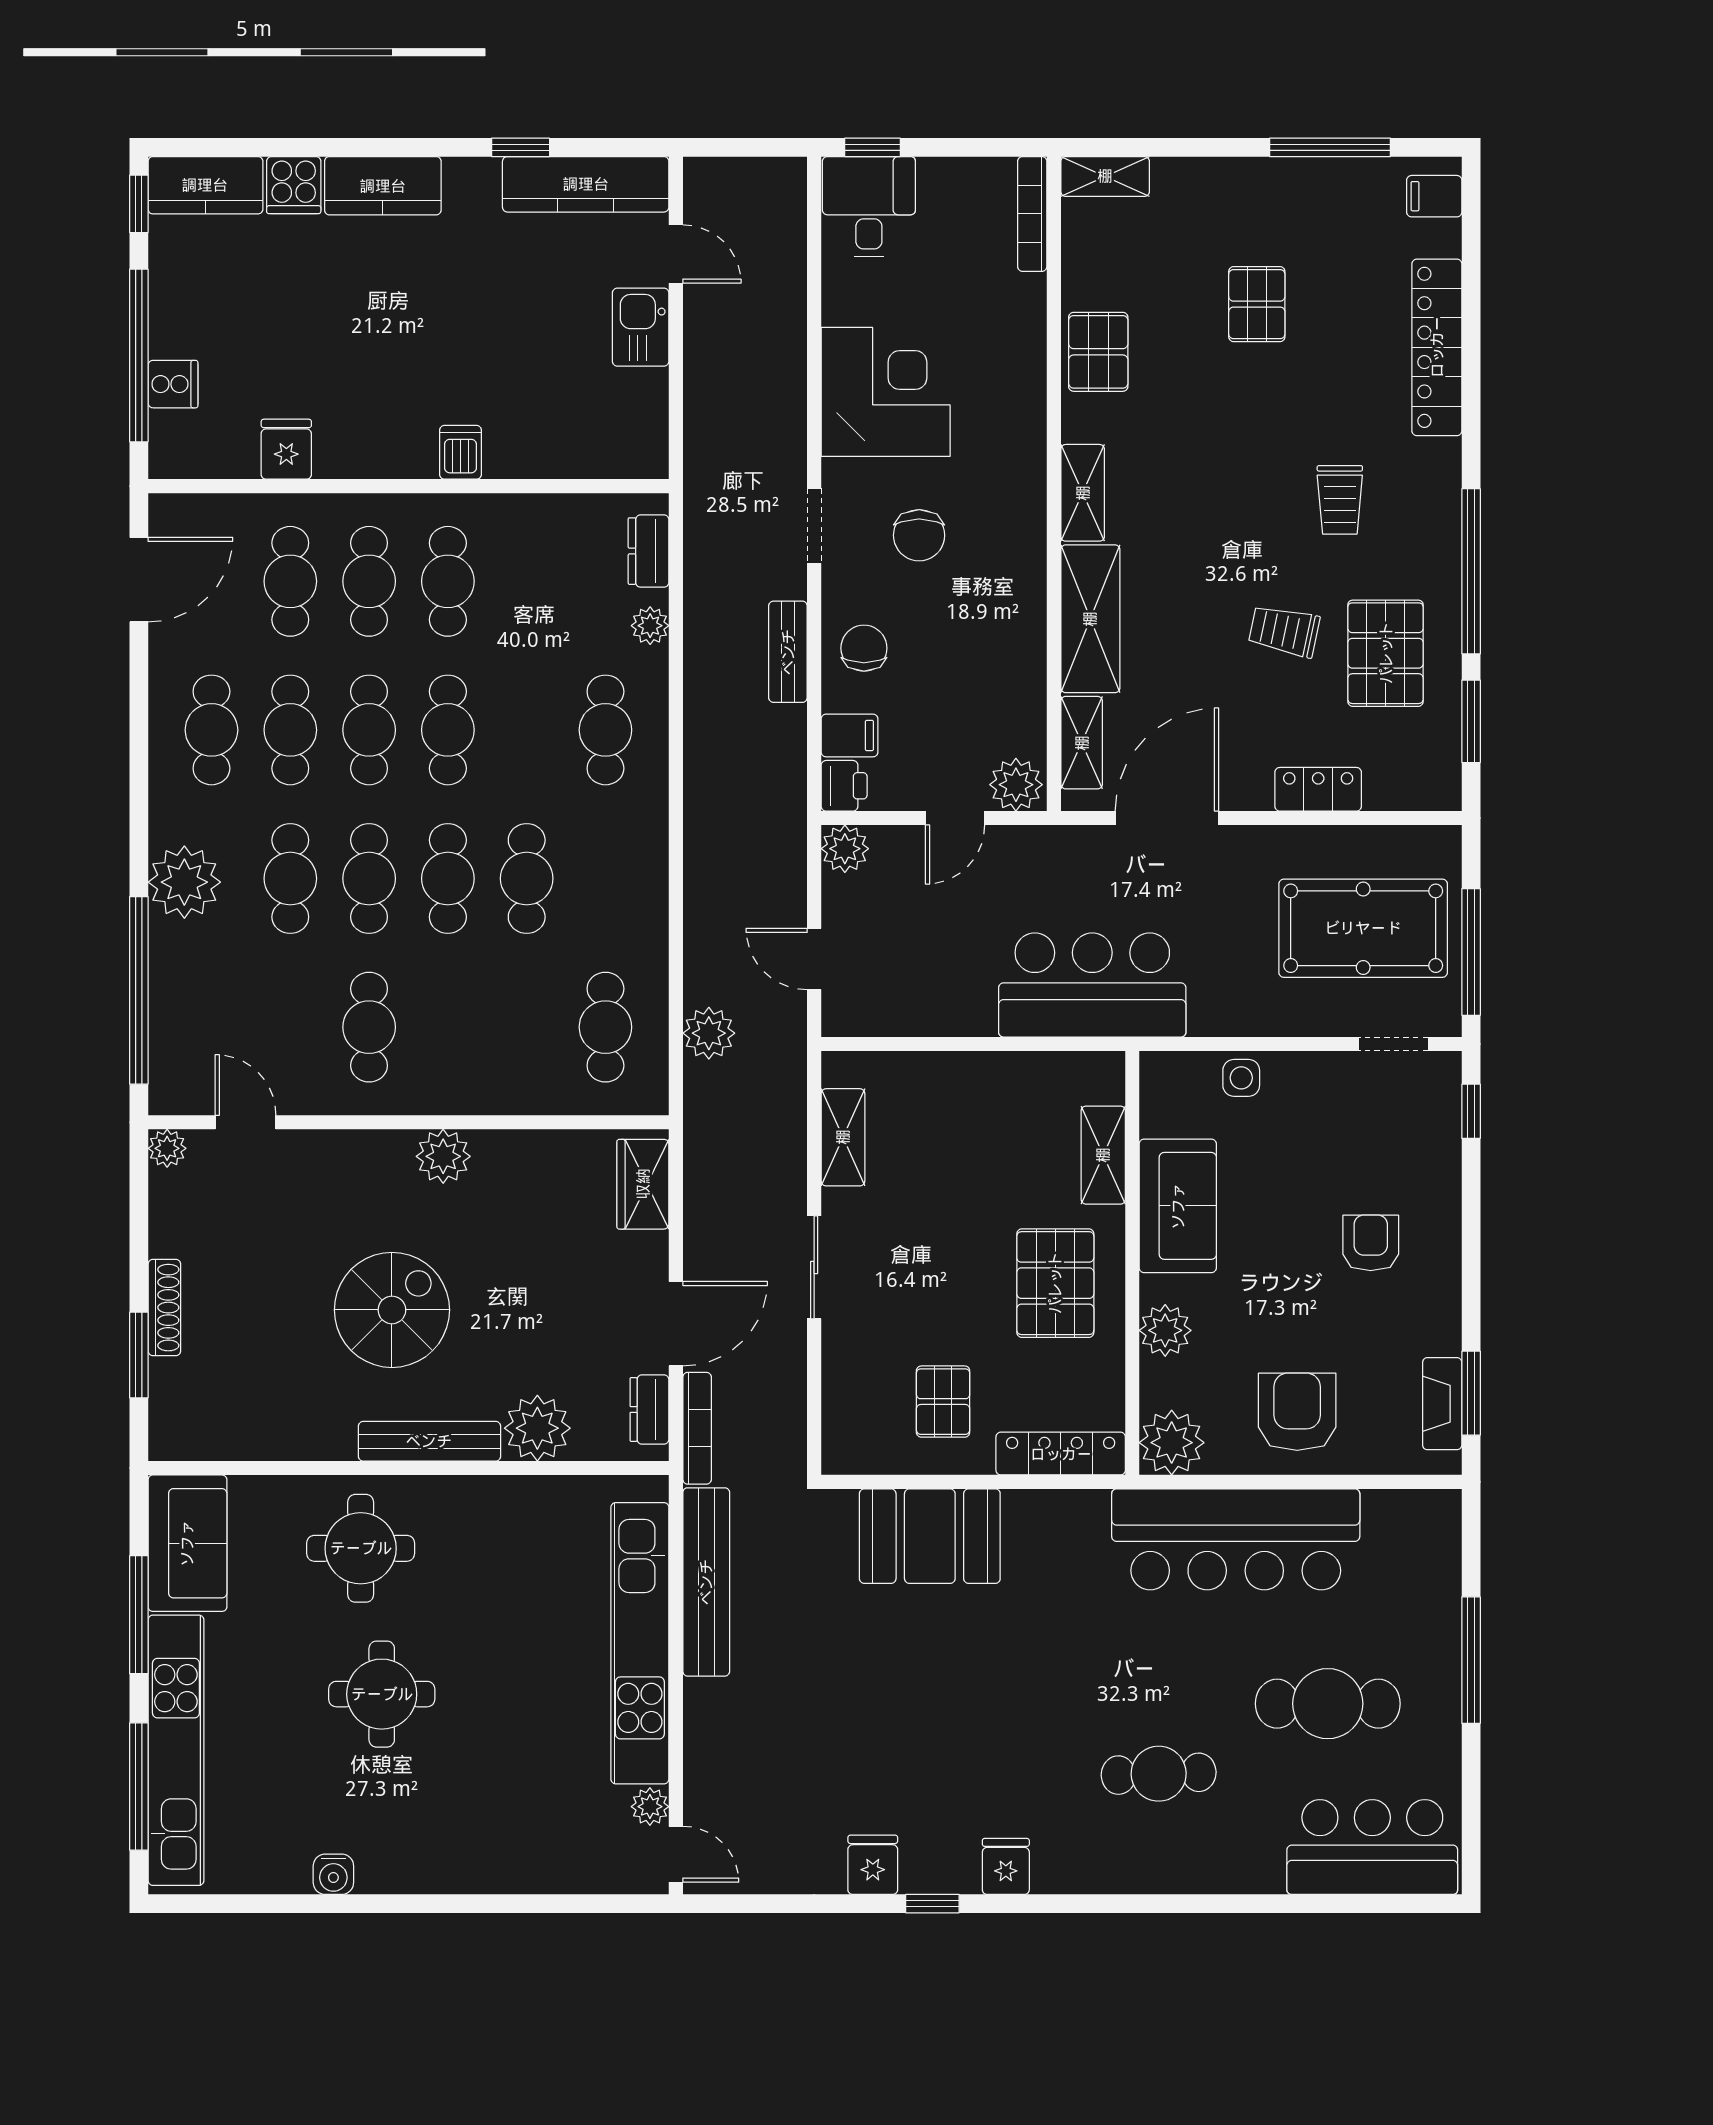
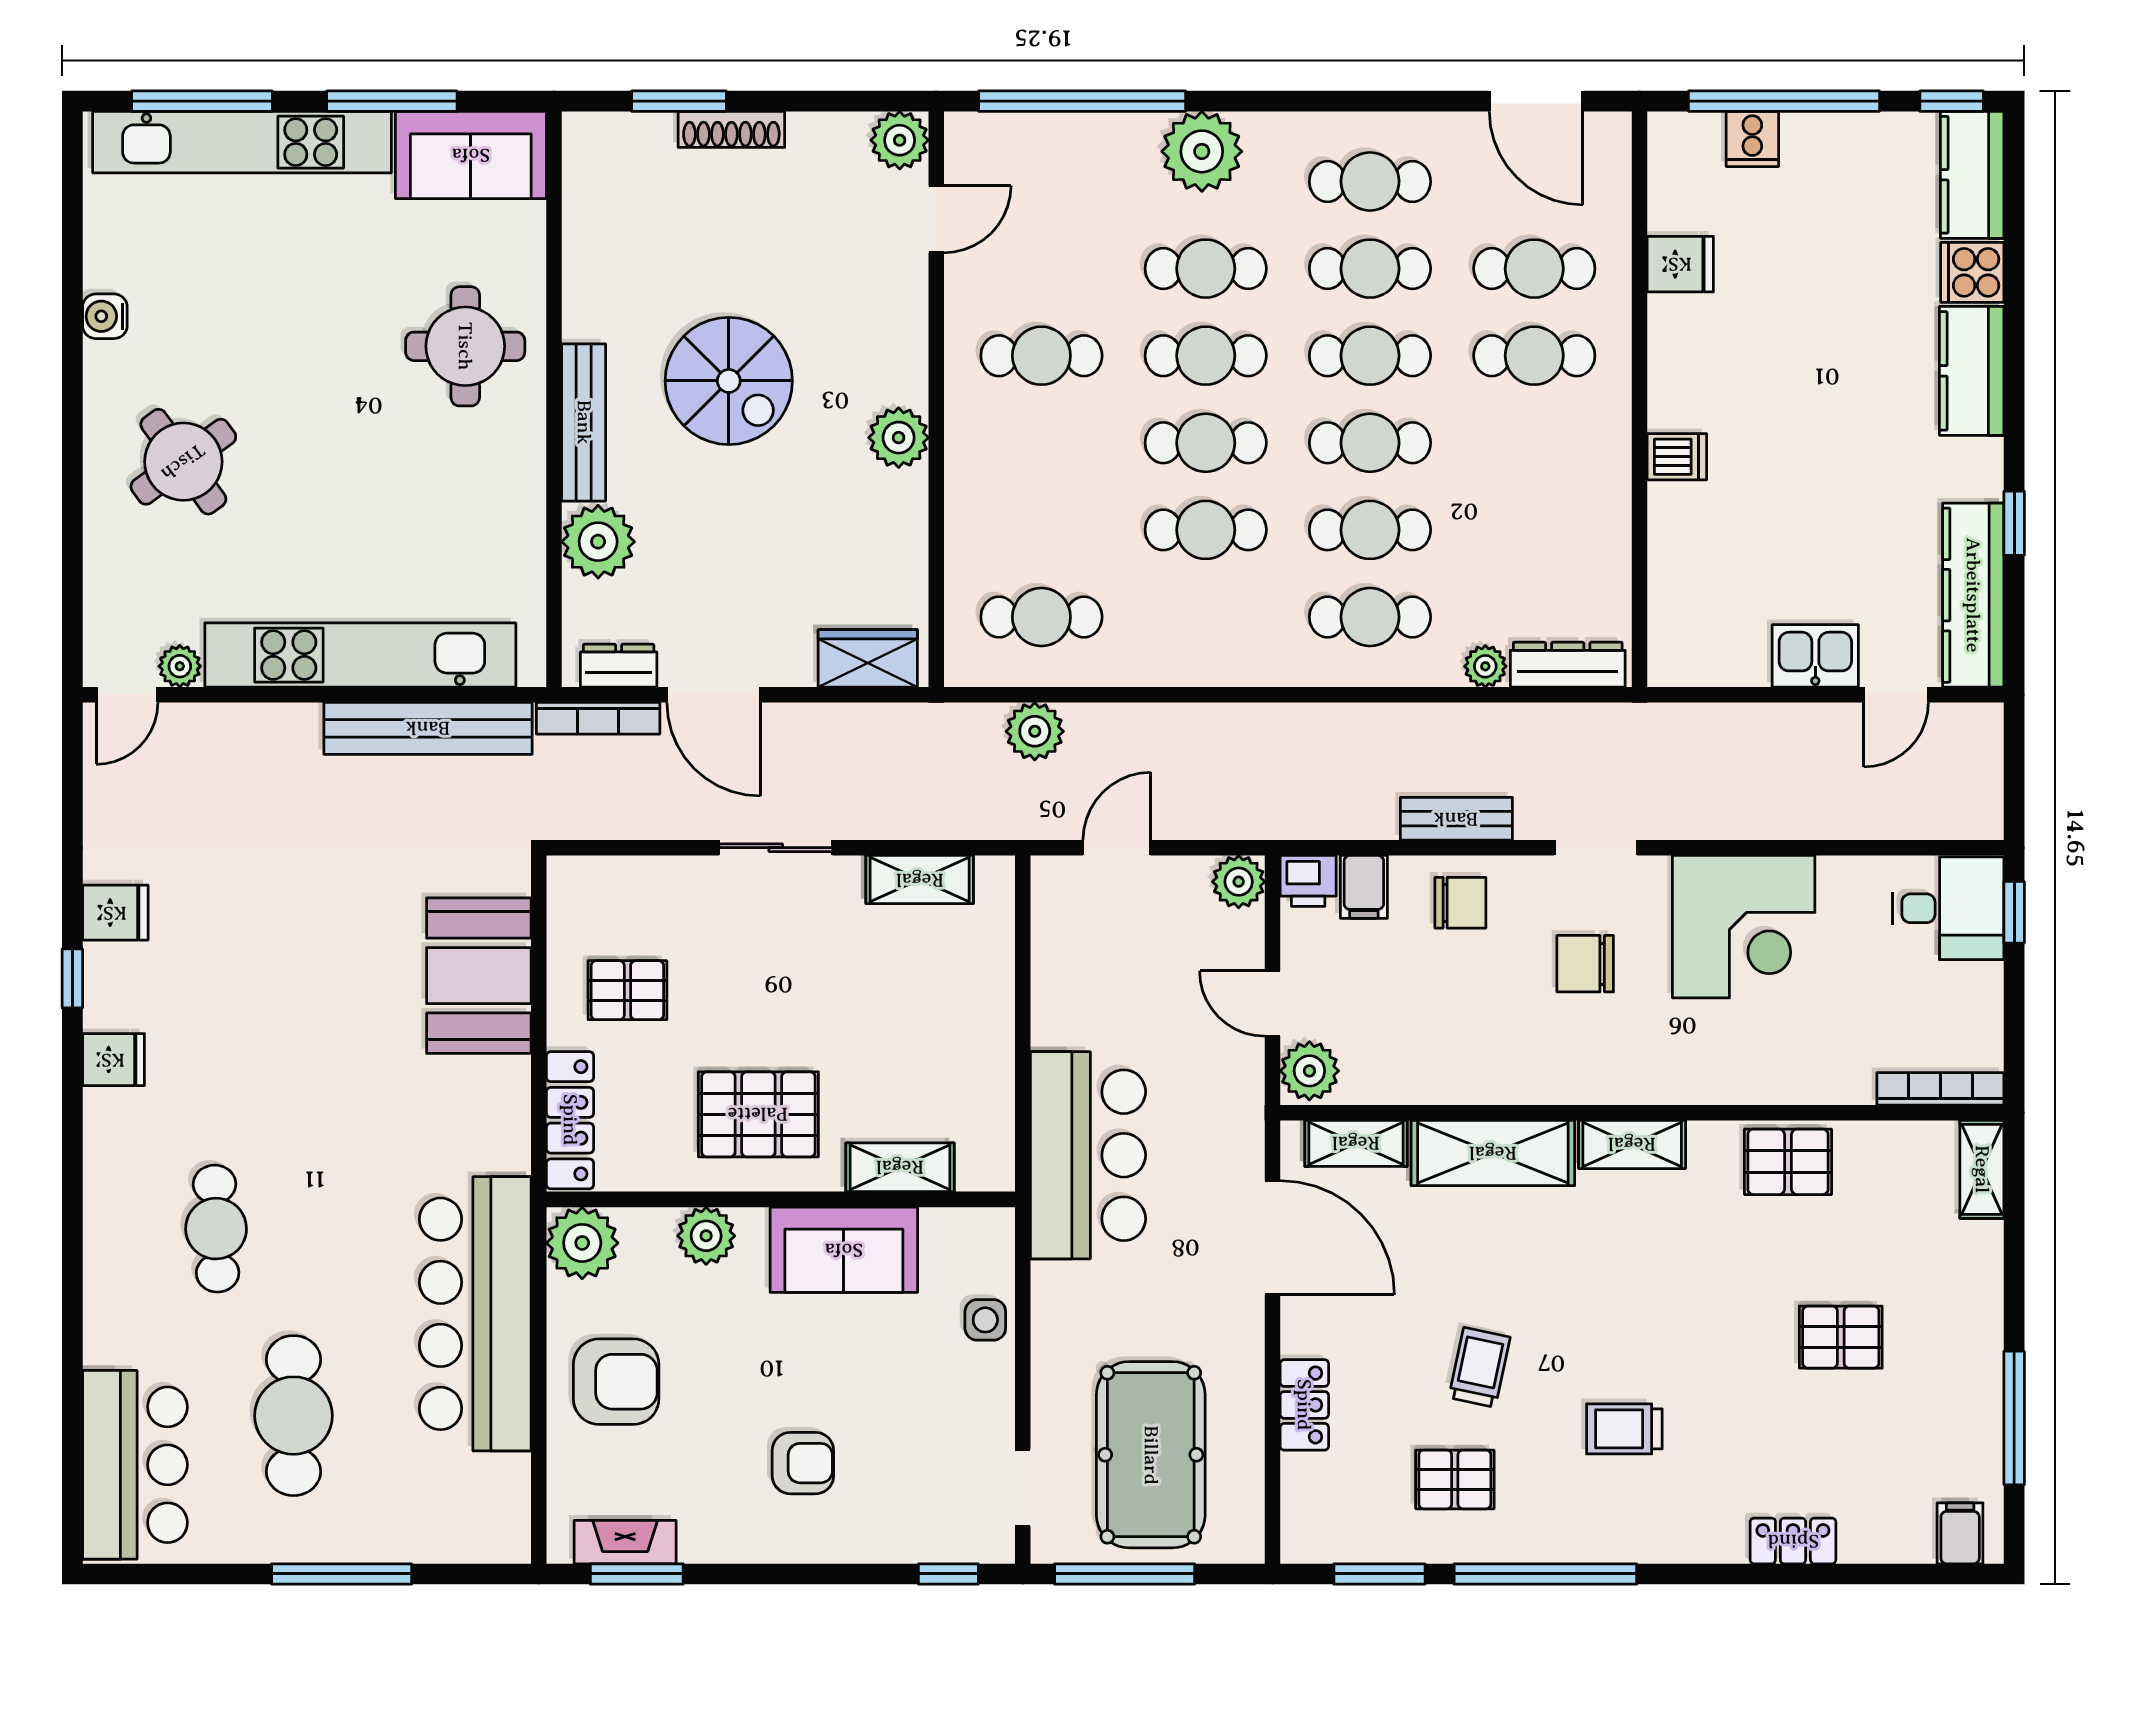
locker: (1437, 347) -> (1793, 1541), width x0.46, depth x0.83
dresser: (649, 551) -> (1568, 665), width x1.44
cafe table: (448, 581) -> (1370, 530), moved
pallet: (1386, 653) -> (1455, 1479), width x0.67, depth x0.71
plant: (167, 1148) -> (900, 140), width x1.38, depth x1.38
round table: (382, 1694) -> (183, 462), moved, turned -36

